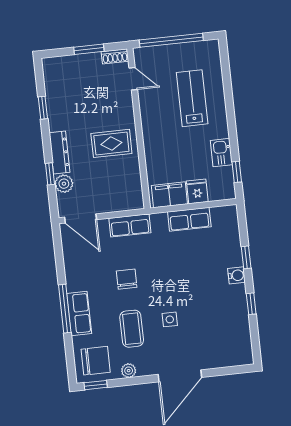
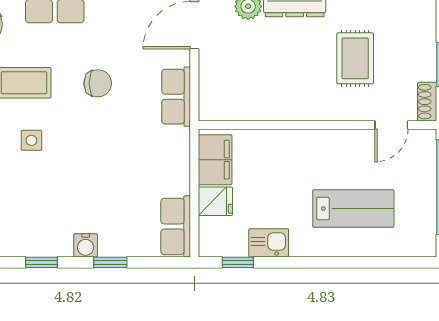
rug: (111, 143) -> (355, 58), moved
row of seats: (189, 219) -> (176, 226), moved

